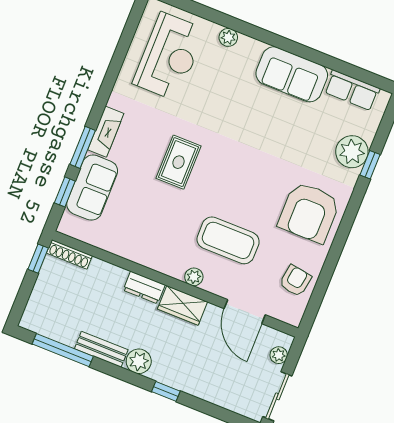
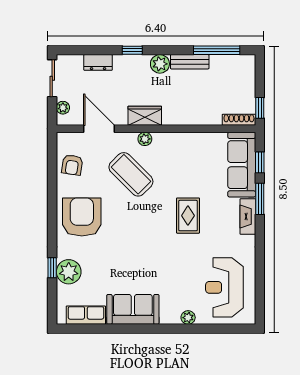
sofa: (92, 188) -> (242, 165), width x1.36
coffee table: (228, 240) -> (131, 174), turned 45
dresser: (144, 288) -> (98, 62), moved, turned 180

